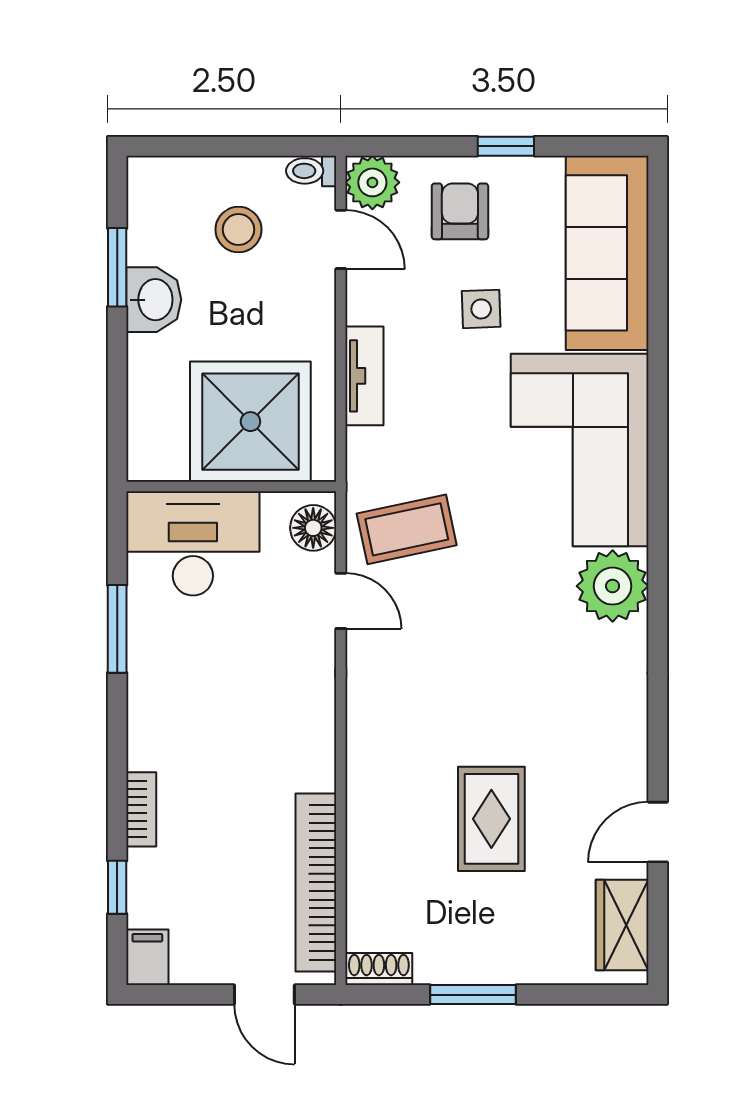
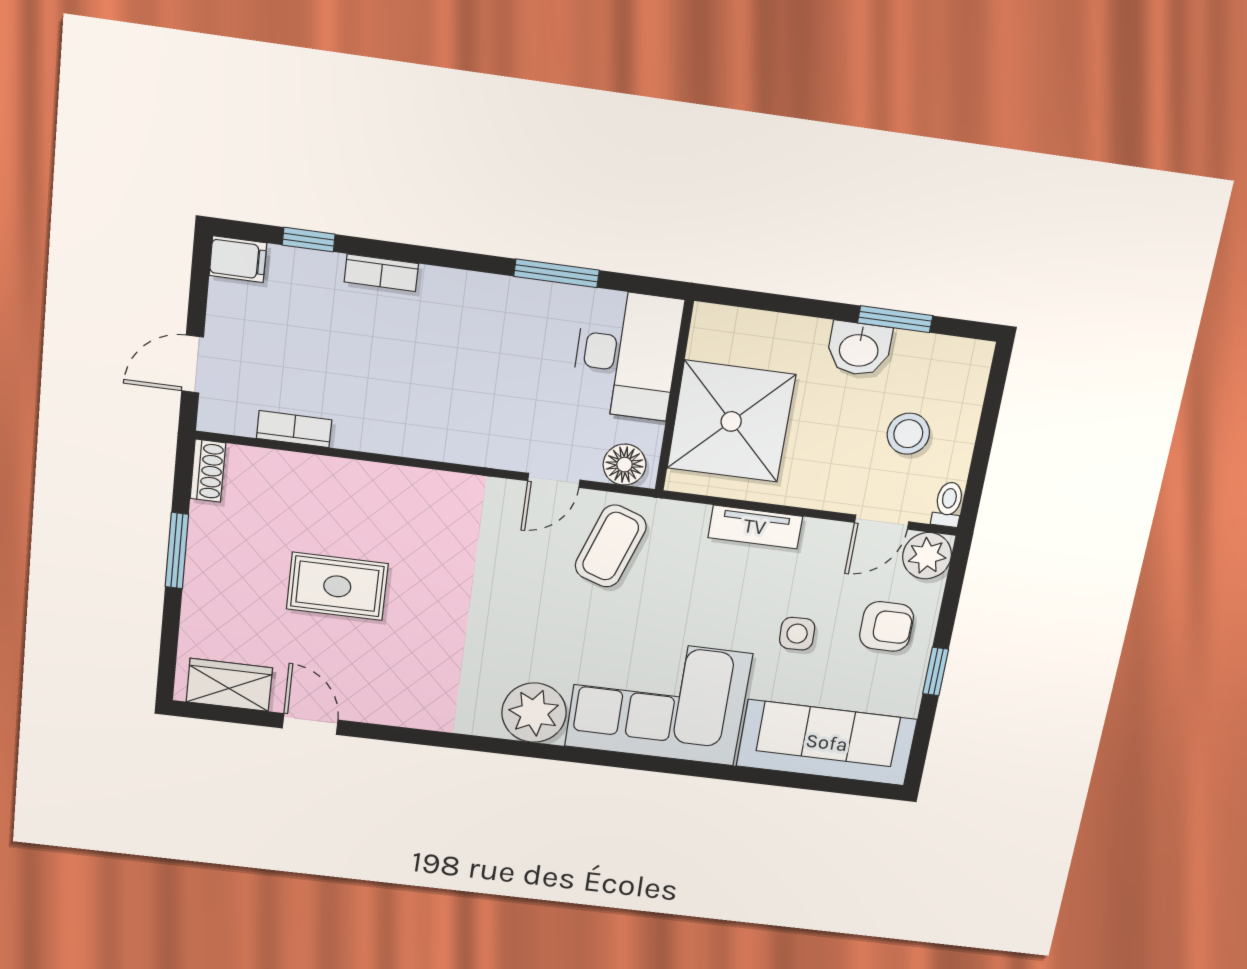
coffee table: (407, 529) -> (611, 546), turned 31
bookcase: (316, 882) -> (294, 429), width x0.43, depth x0.76

